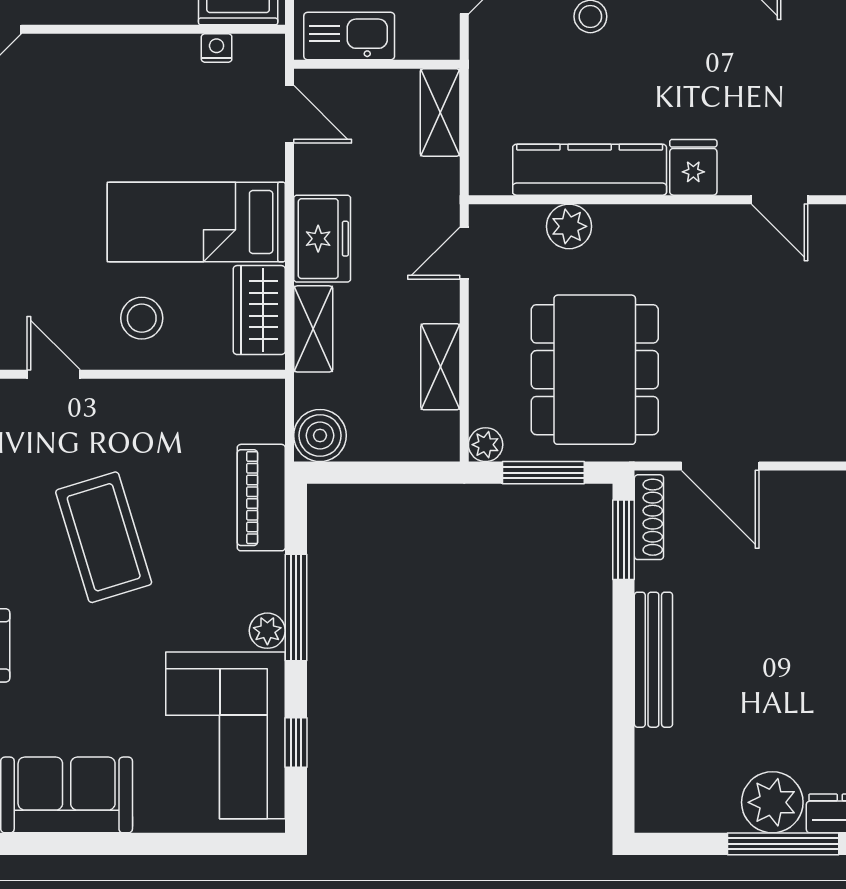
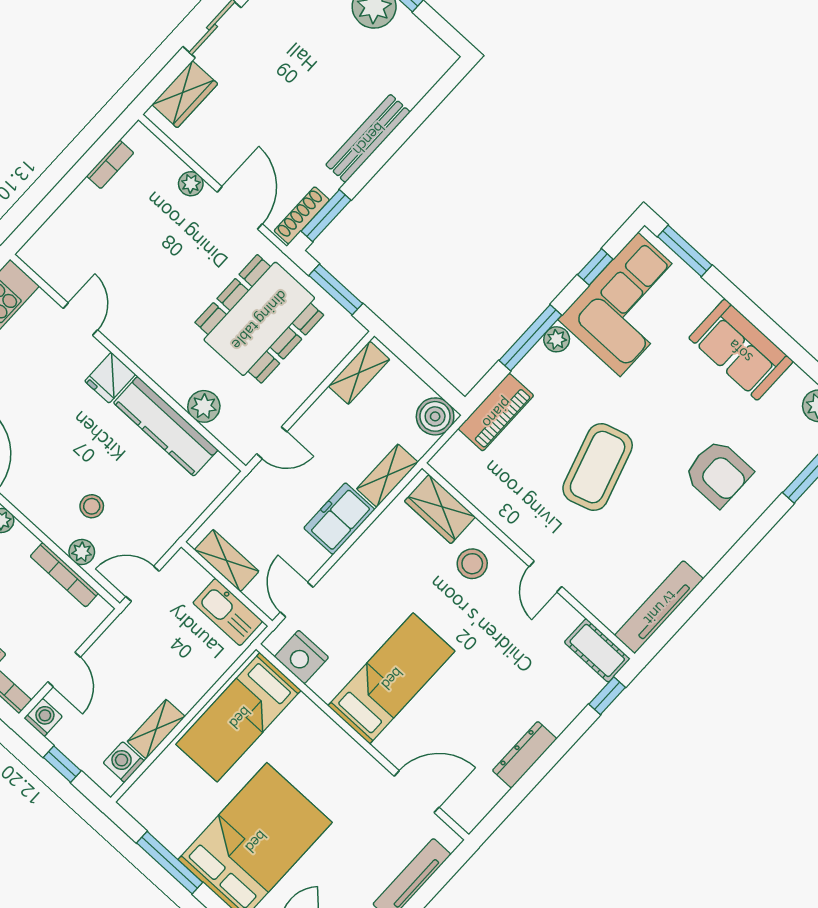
nightstand: (217, 48) -> (301, 657), width x1.89, depth x1.79
shelving: (440, 113) -> (227, 561), moved, turned 90
bed: (196, 222) -> (391, 678), moved, turned -90
wardrobe: (259, 310) -> (440, 509), moved, turned 90
shelving: (440, 367) -> (359, 373), moved
plant: (486, 445) -> (191, 184), moved
window: (218, 844) -> (685, 251), added

